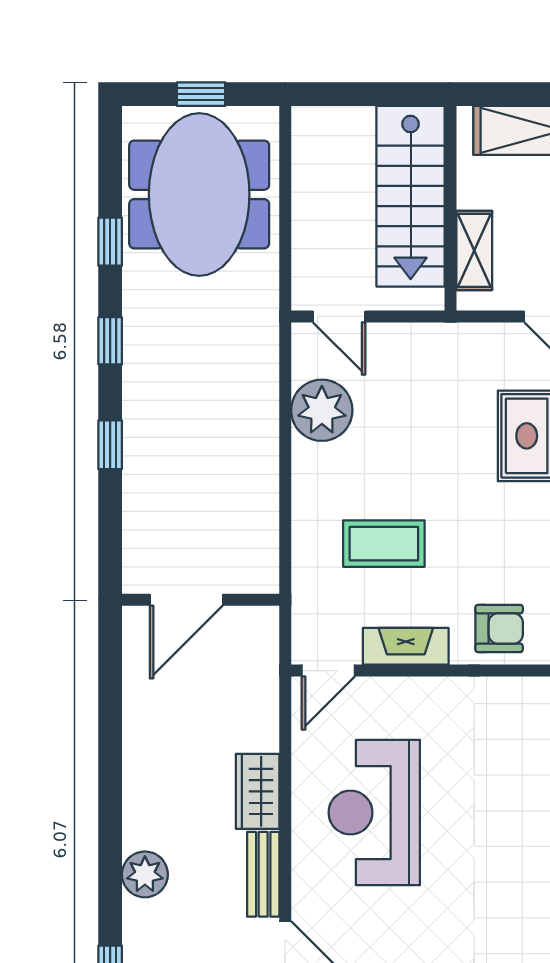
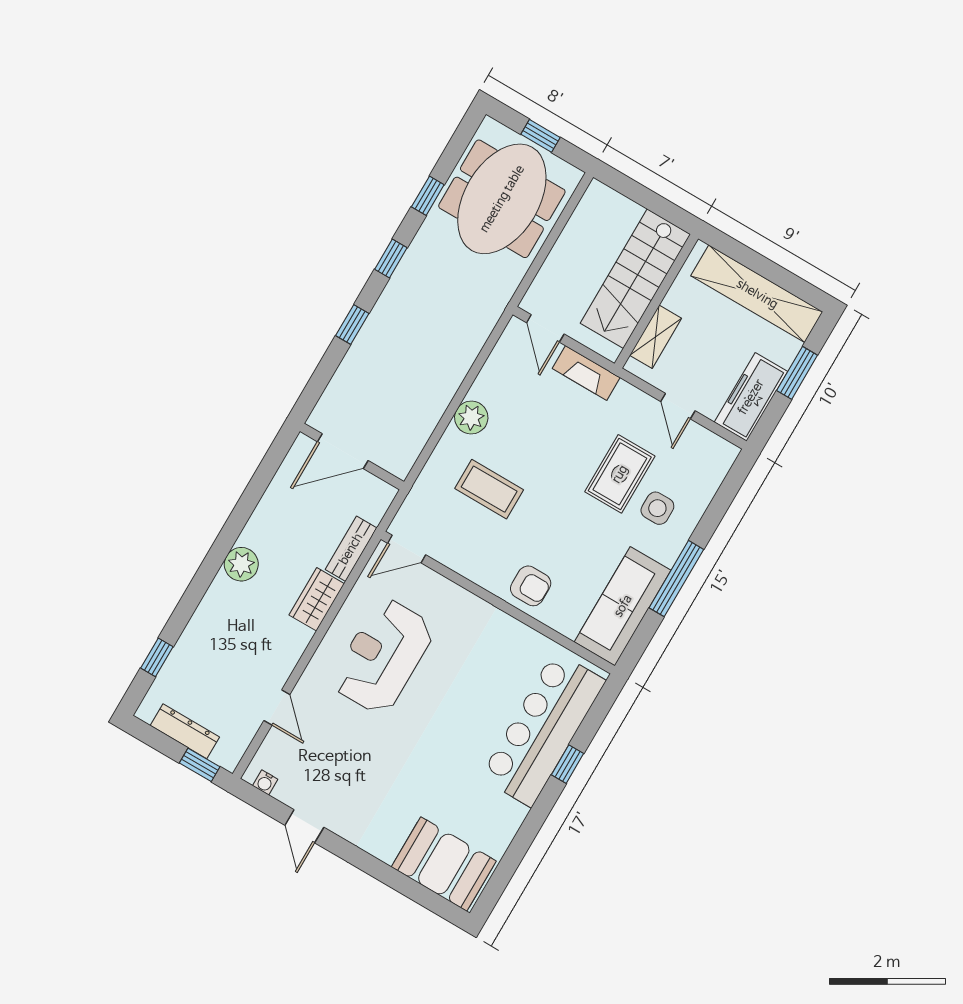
plant: (322, 410) -> (471, 418), moved, width x0.73, depth x0.73
fireplace: (406, 646) -> (586, 373), moved, turned 180
plant: (145, 874) -> (241, 564), moved
bench: (263, 874) -> (351, 549), moved

